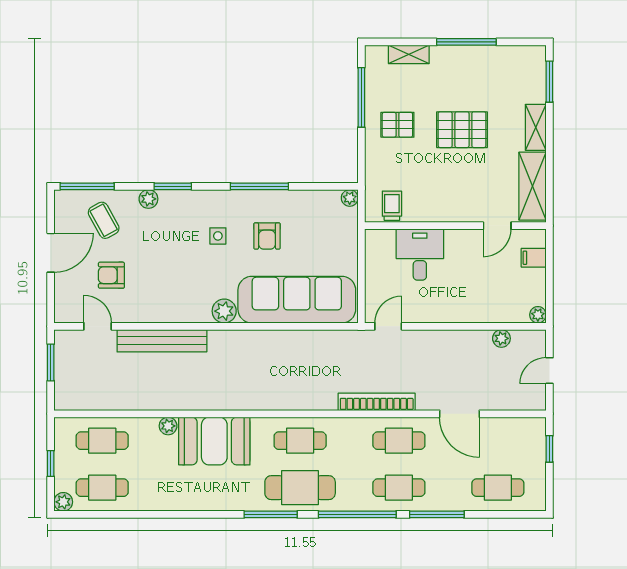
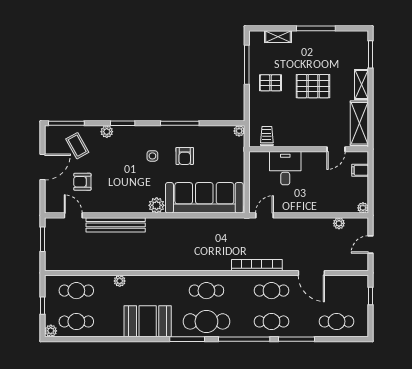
booth: (214, 441) -> (148, 321), moved

